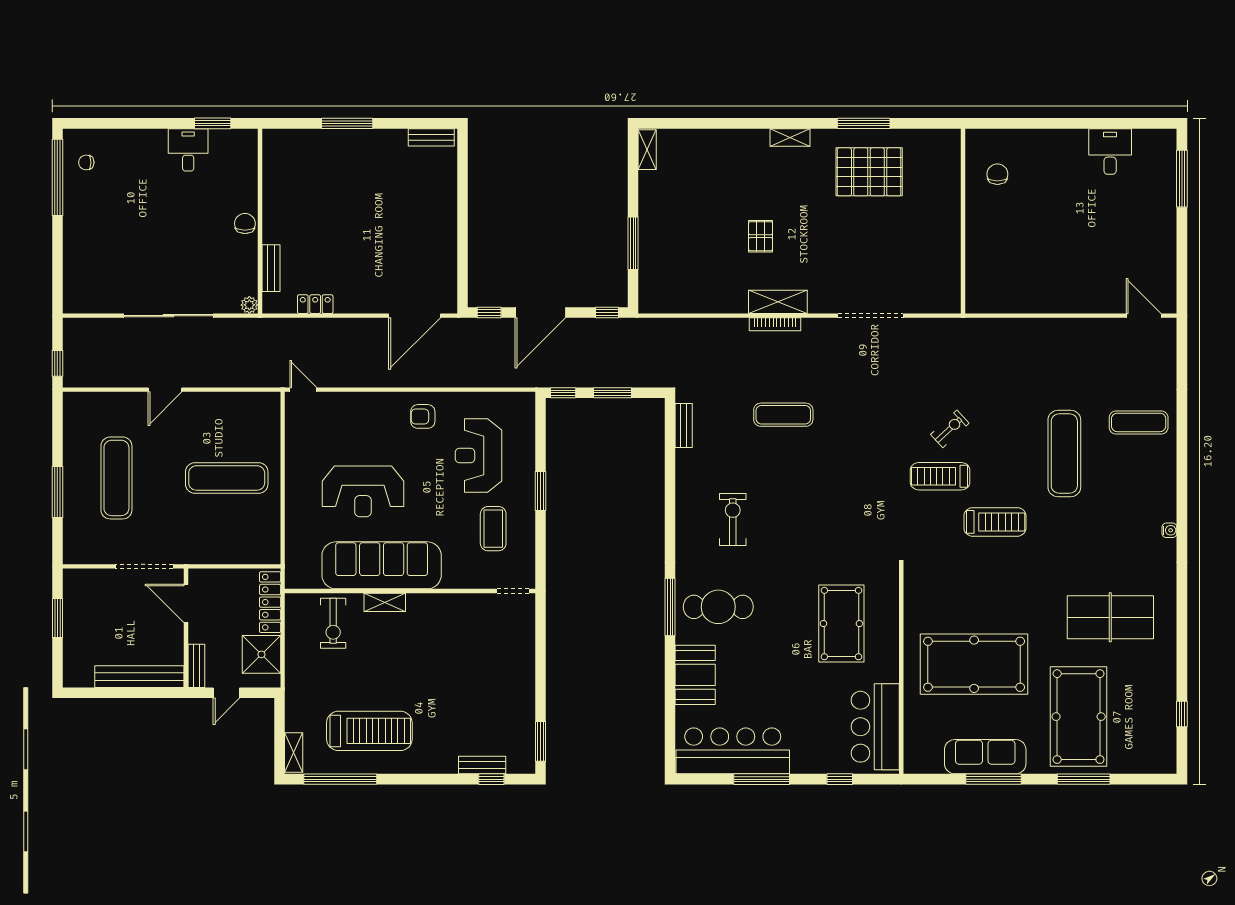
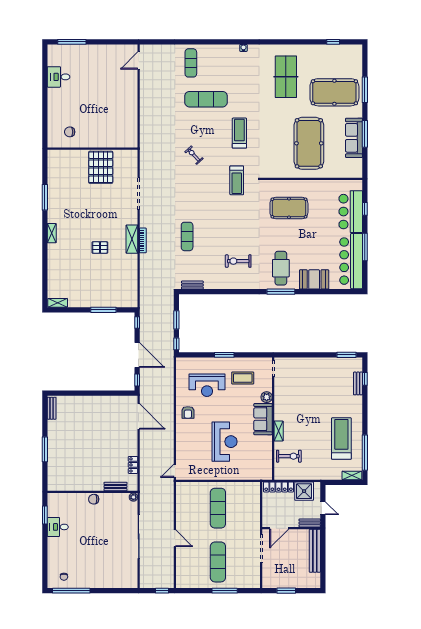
pallet: (869, 172) -> (101, 167), moved
treadmill: (940, 476) -> (237, 180), moved
exercise mat: (116, 478) -> (218, 562), turned 90
sofa: (382, 565) -> (263, 419), width x0.54, depth x0.79
plant: (454, 578) -> (267, 397), added
bar counter: (875, 727) -> (351, 212), moved, turned 90

